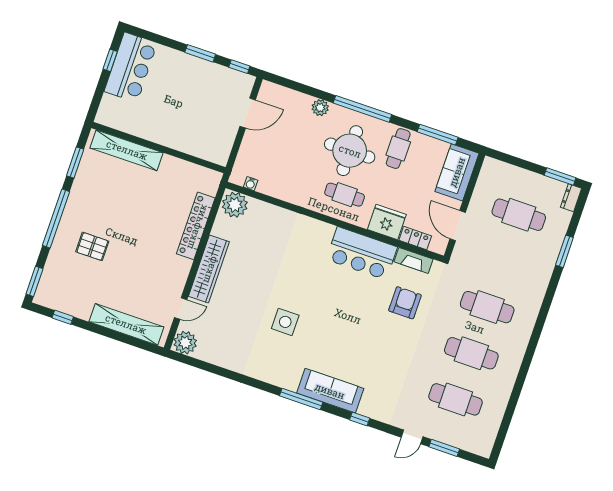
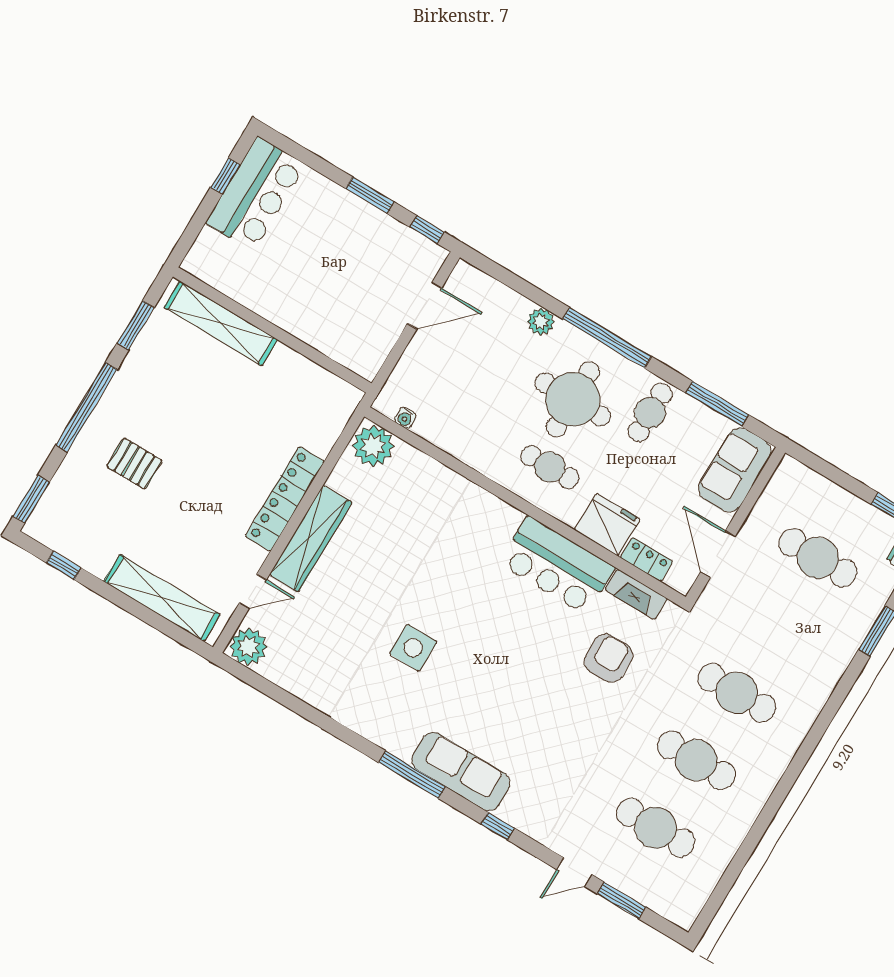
locker: (196, 226) -> (285, 499), moved

